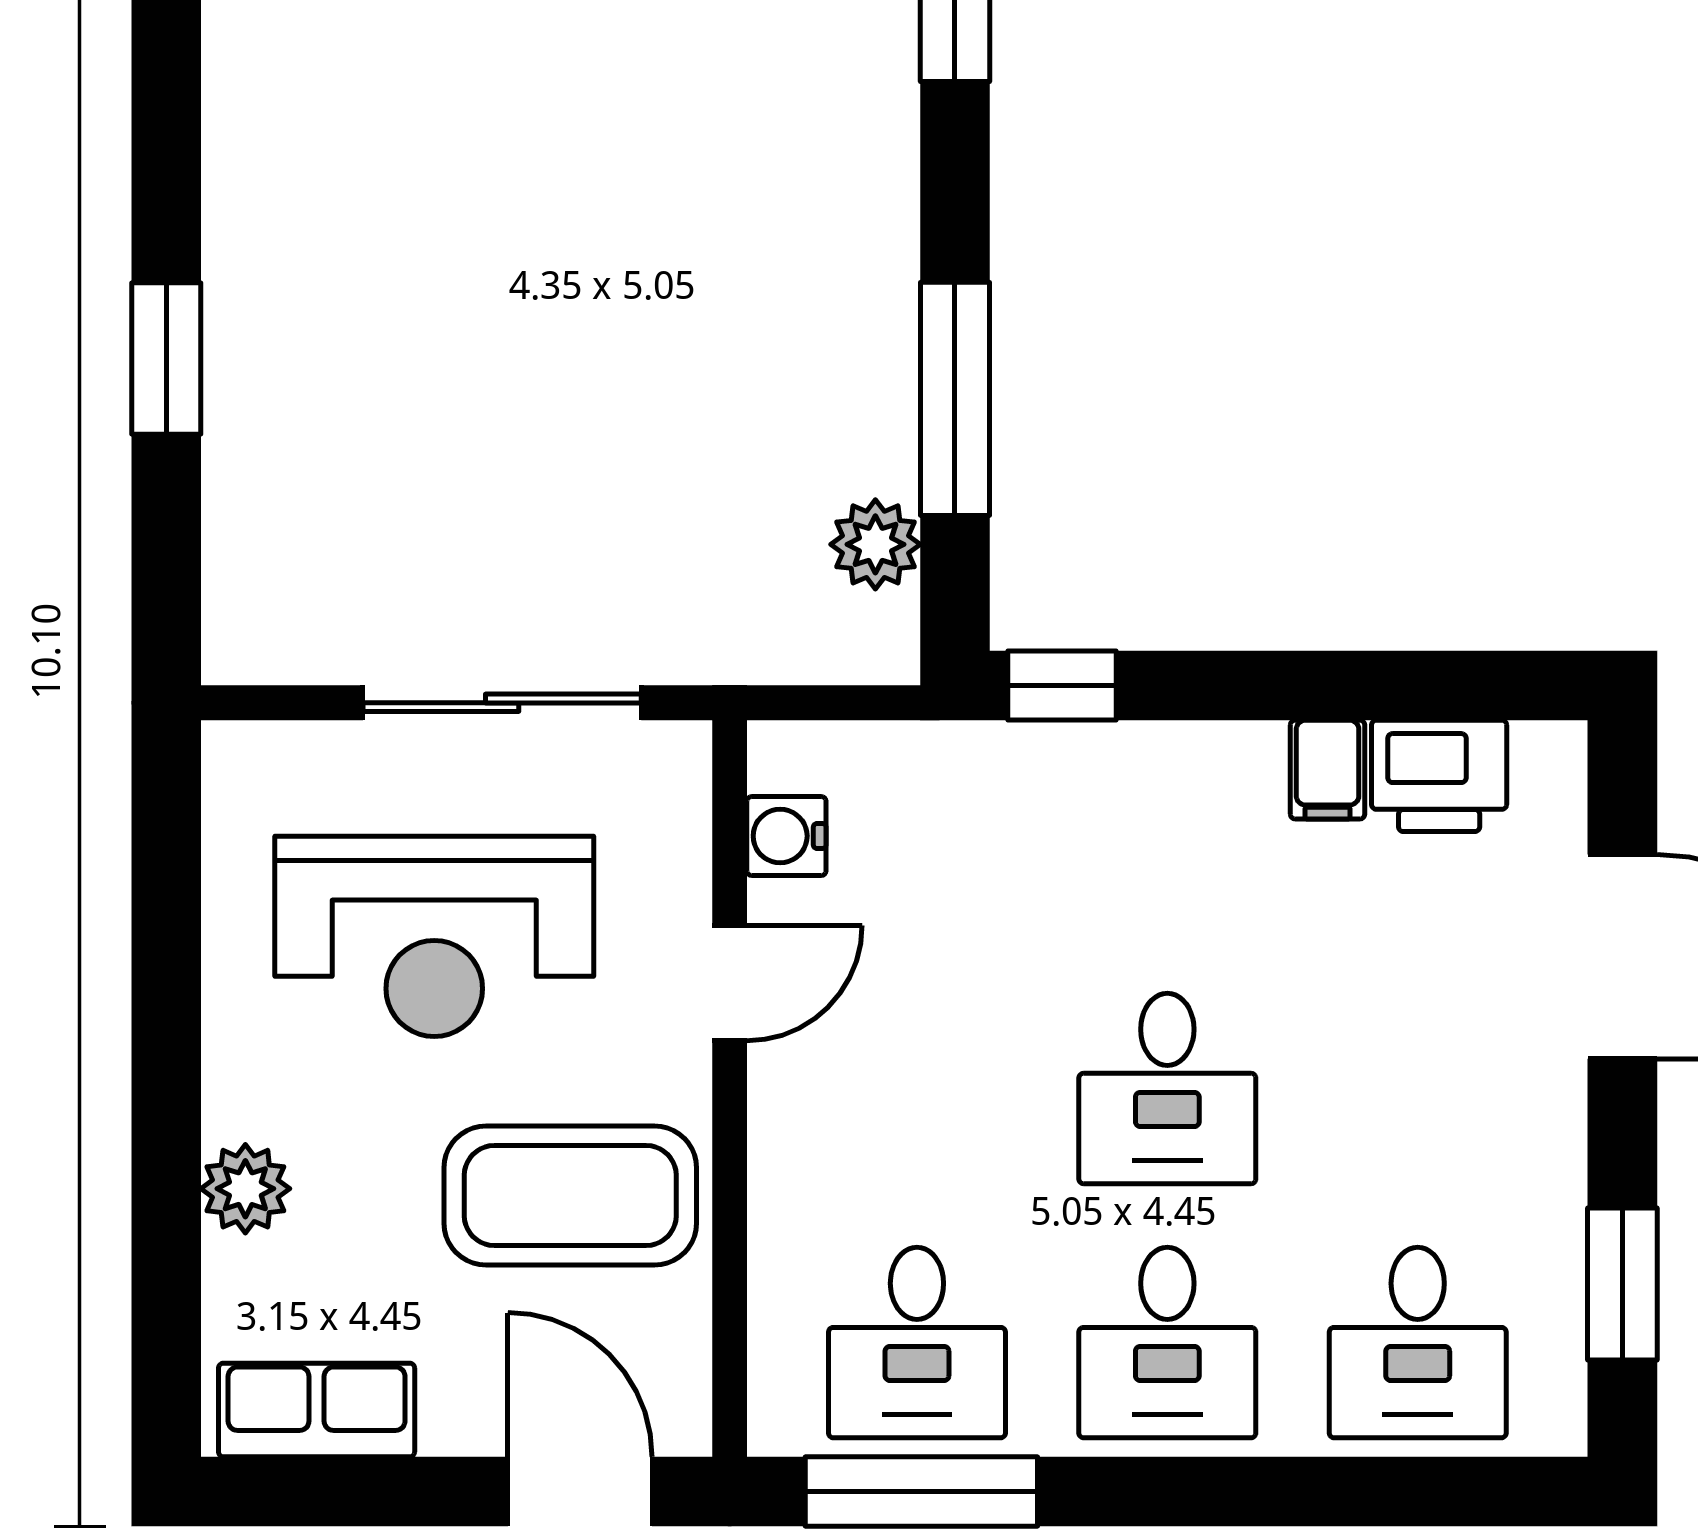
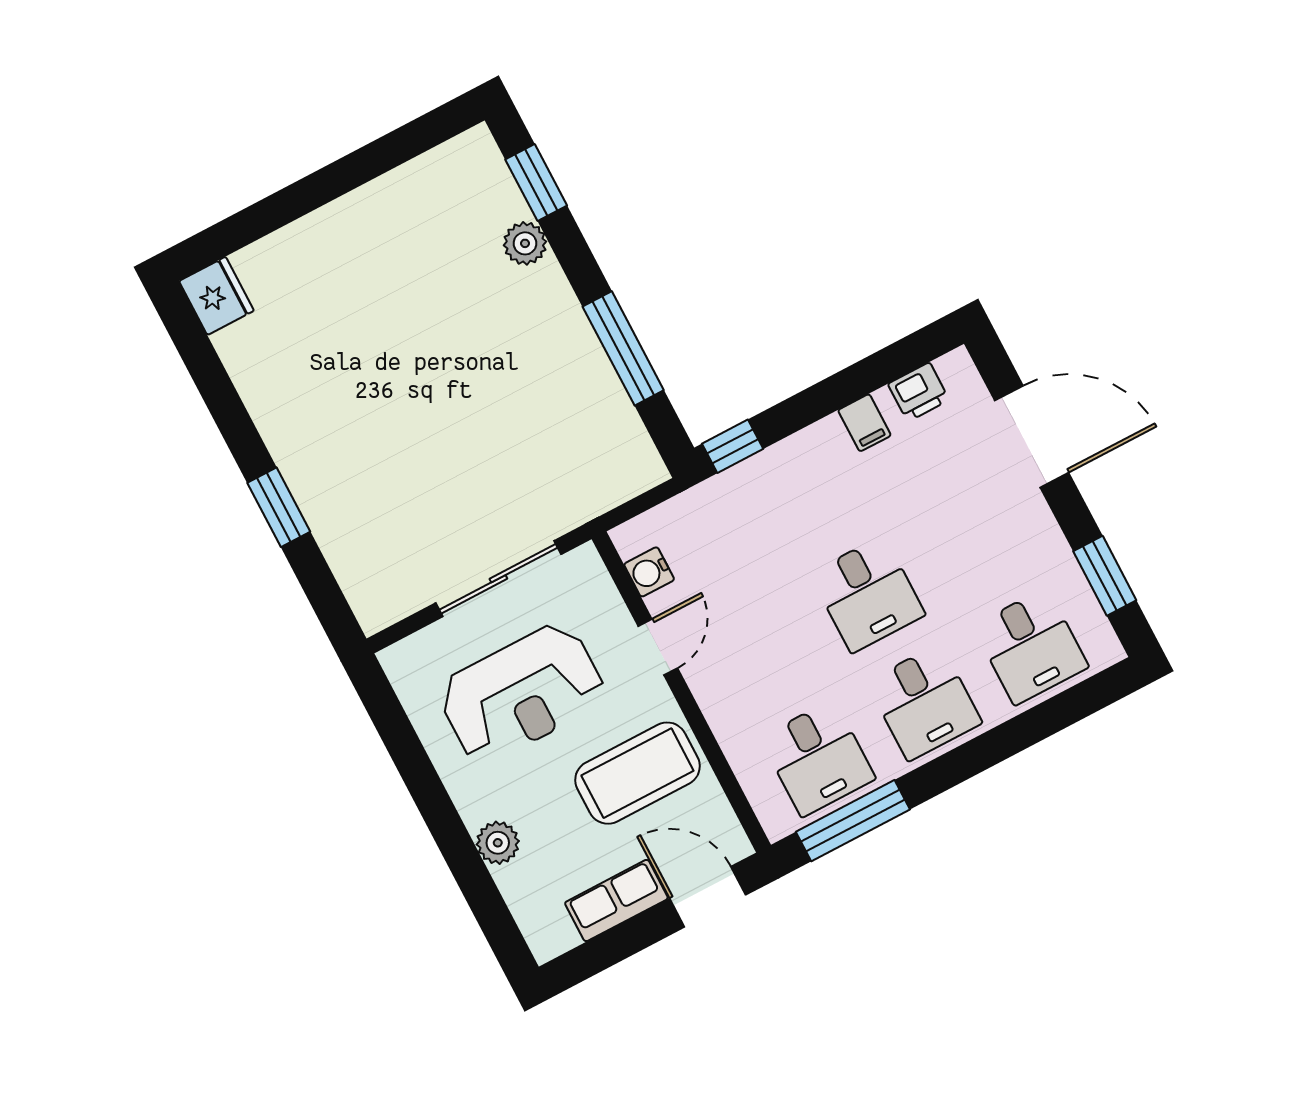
plant: (875, 544) -> (525, 243), moved
printer: (1439, 776) -> (919, 392), width x0.73, depth x0.81
row of seats: (317, 1410) -> (616, 901), moved

